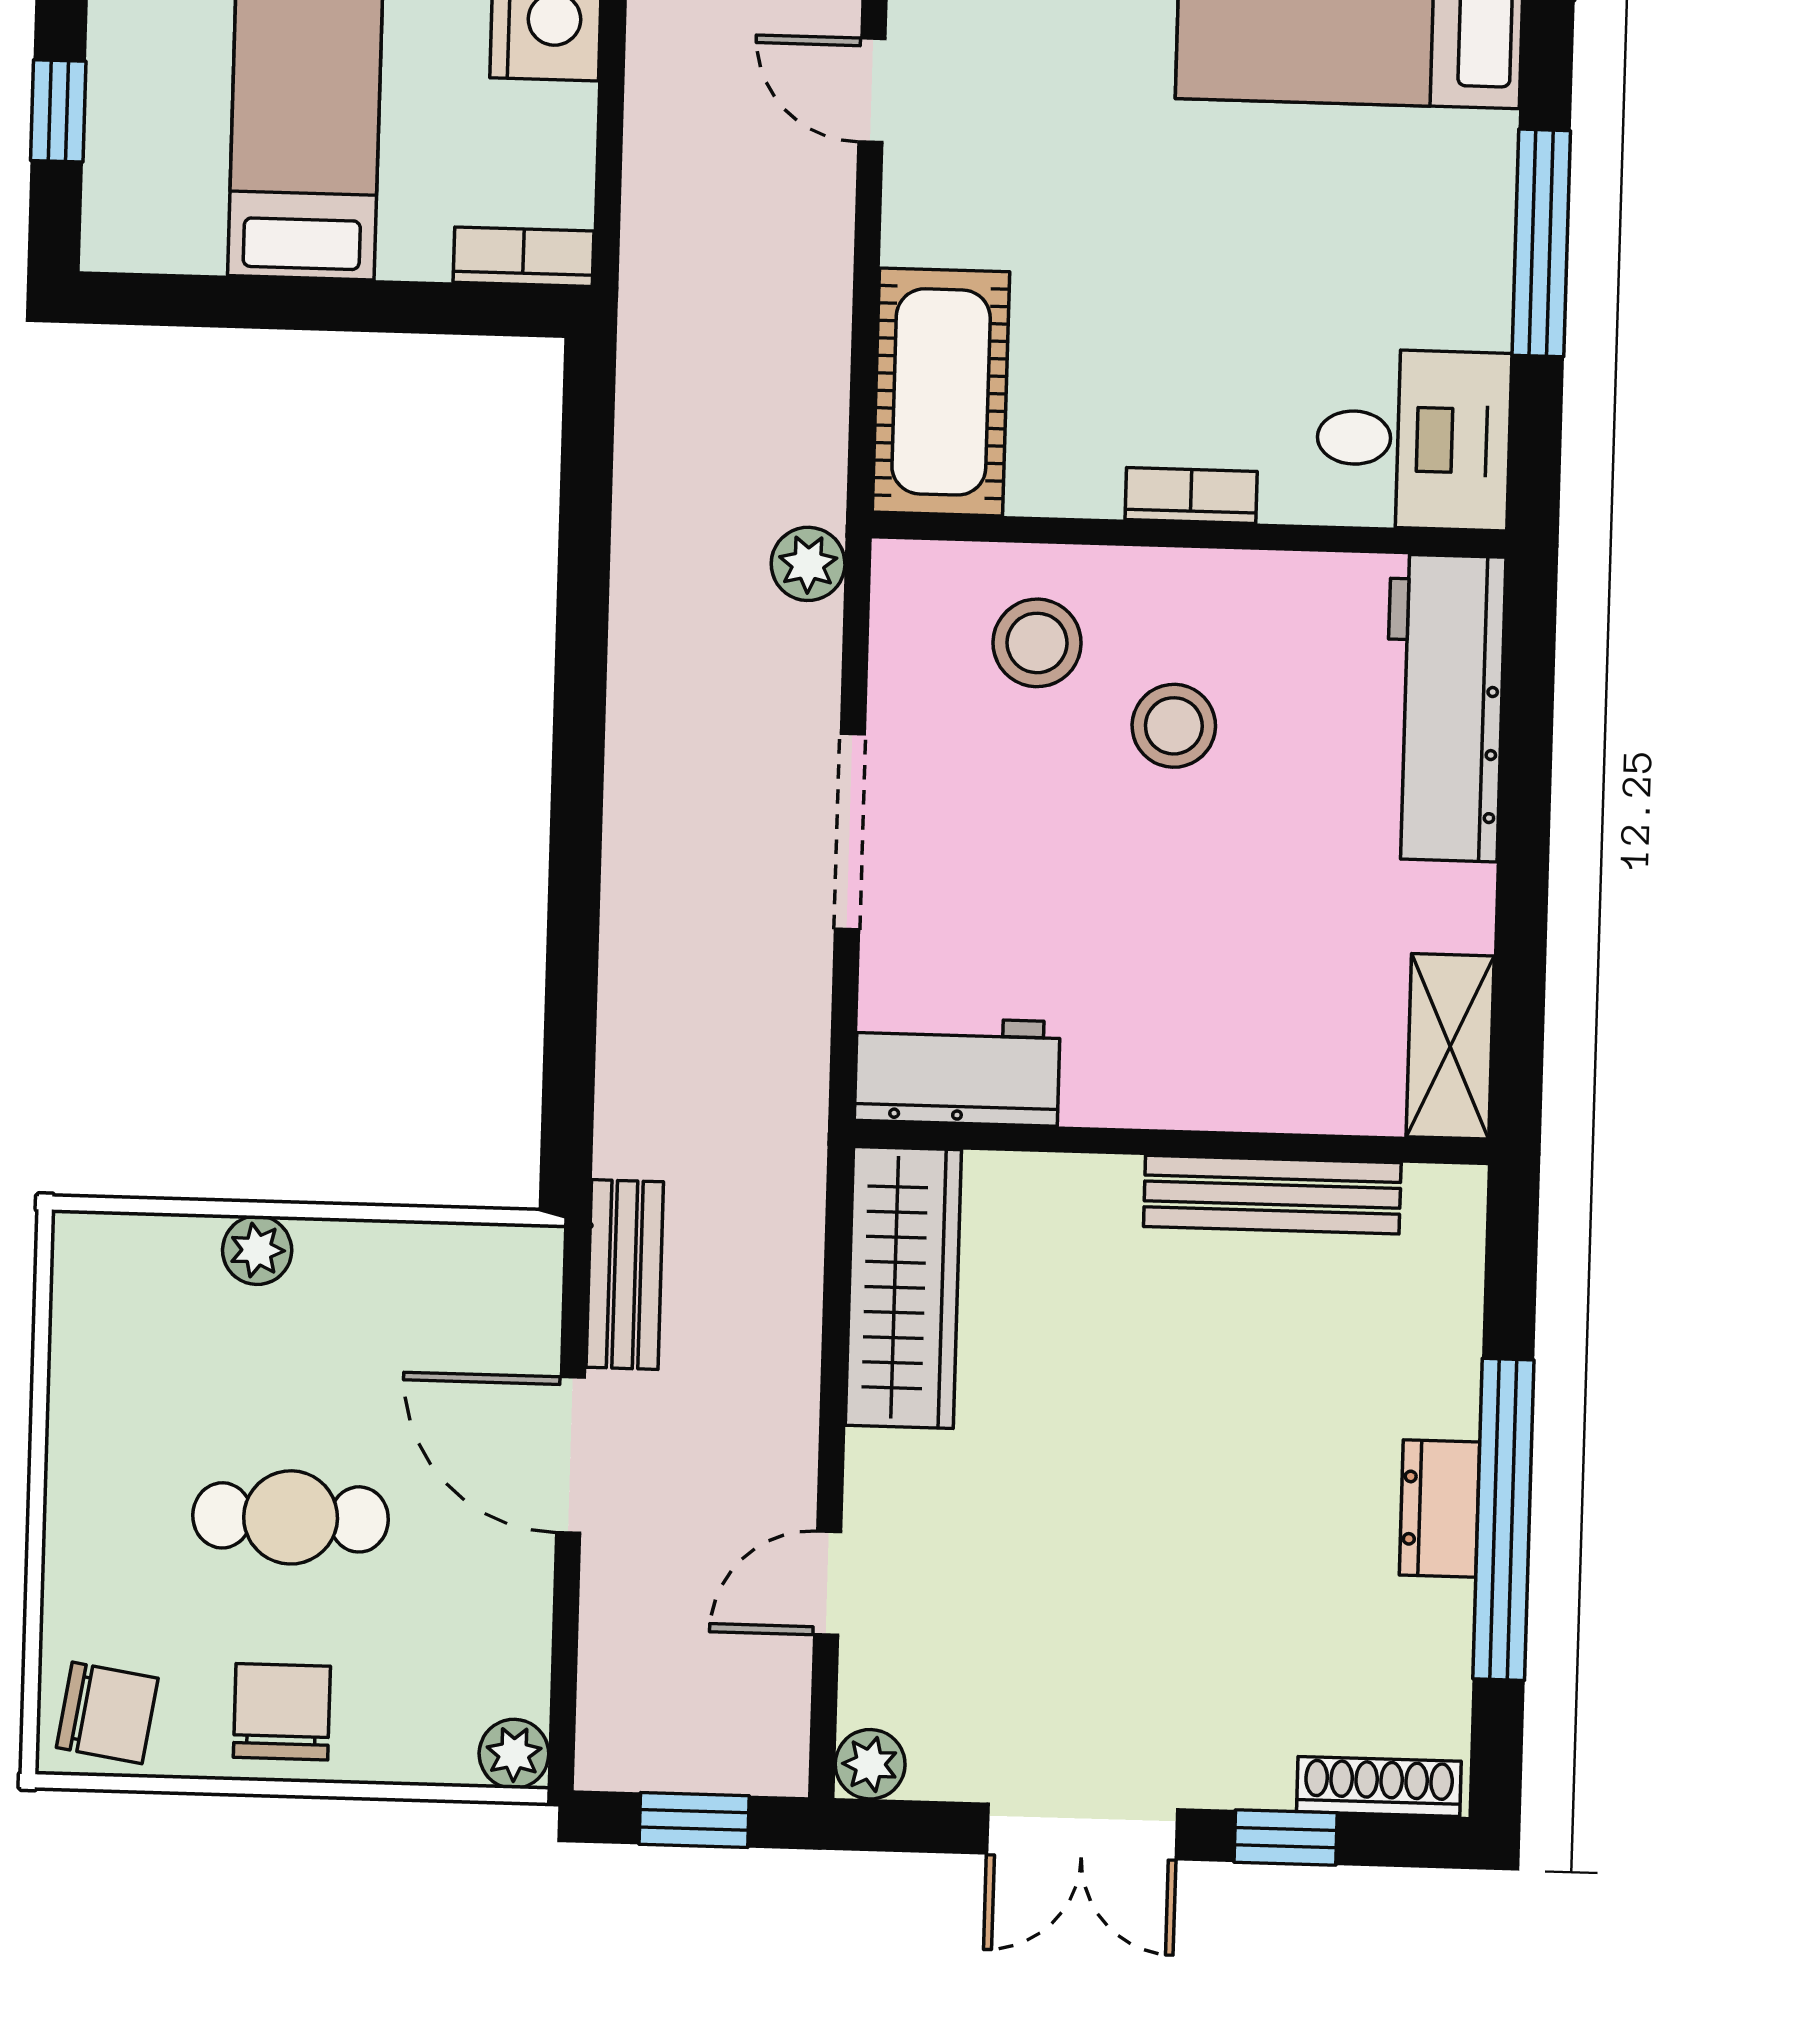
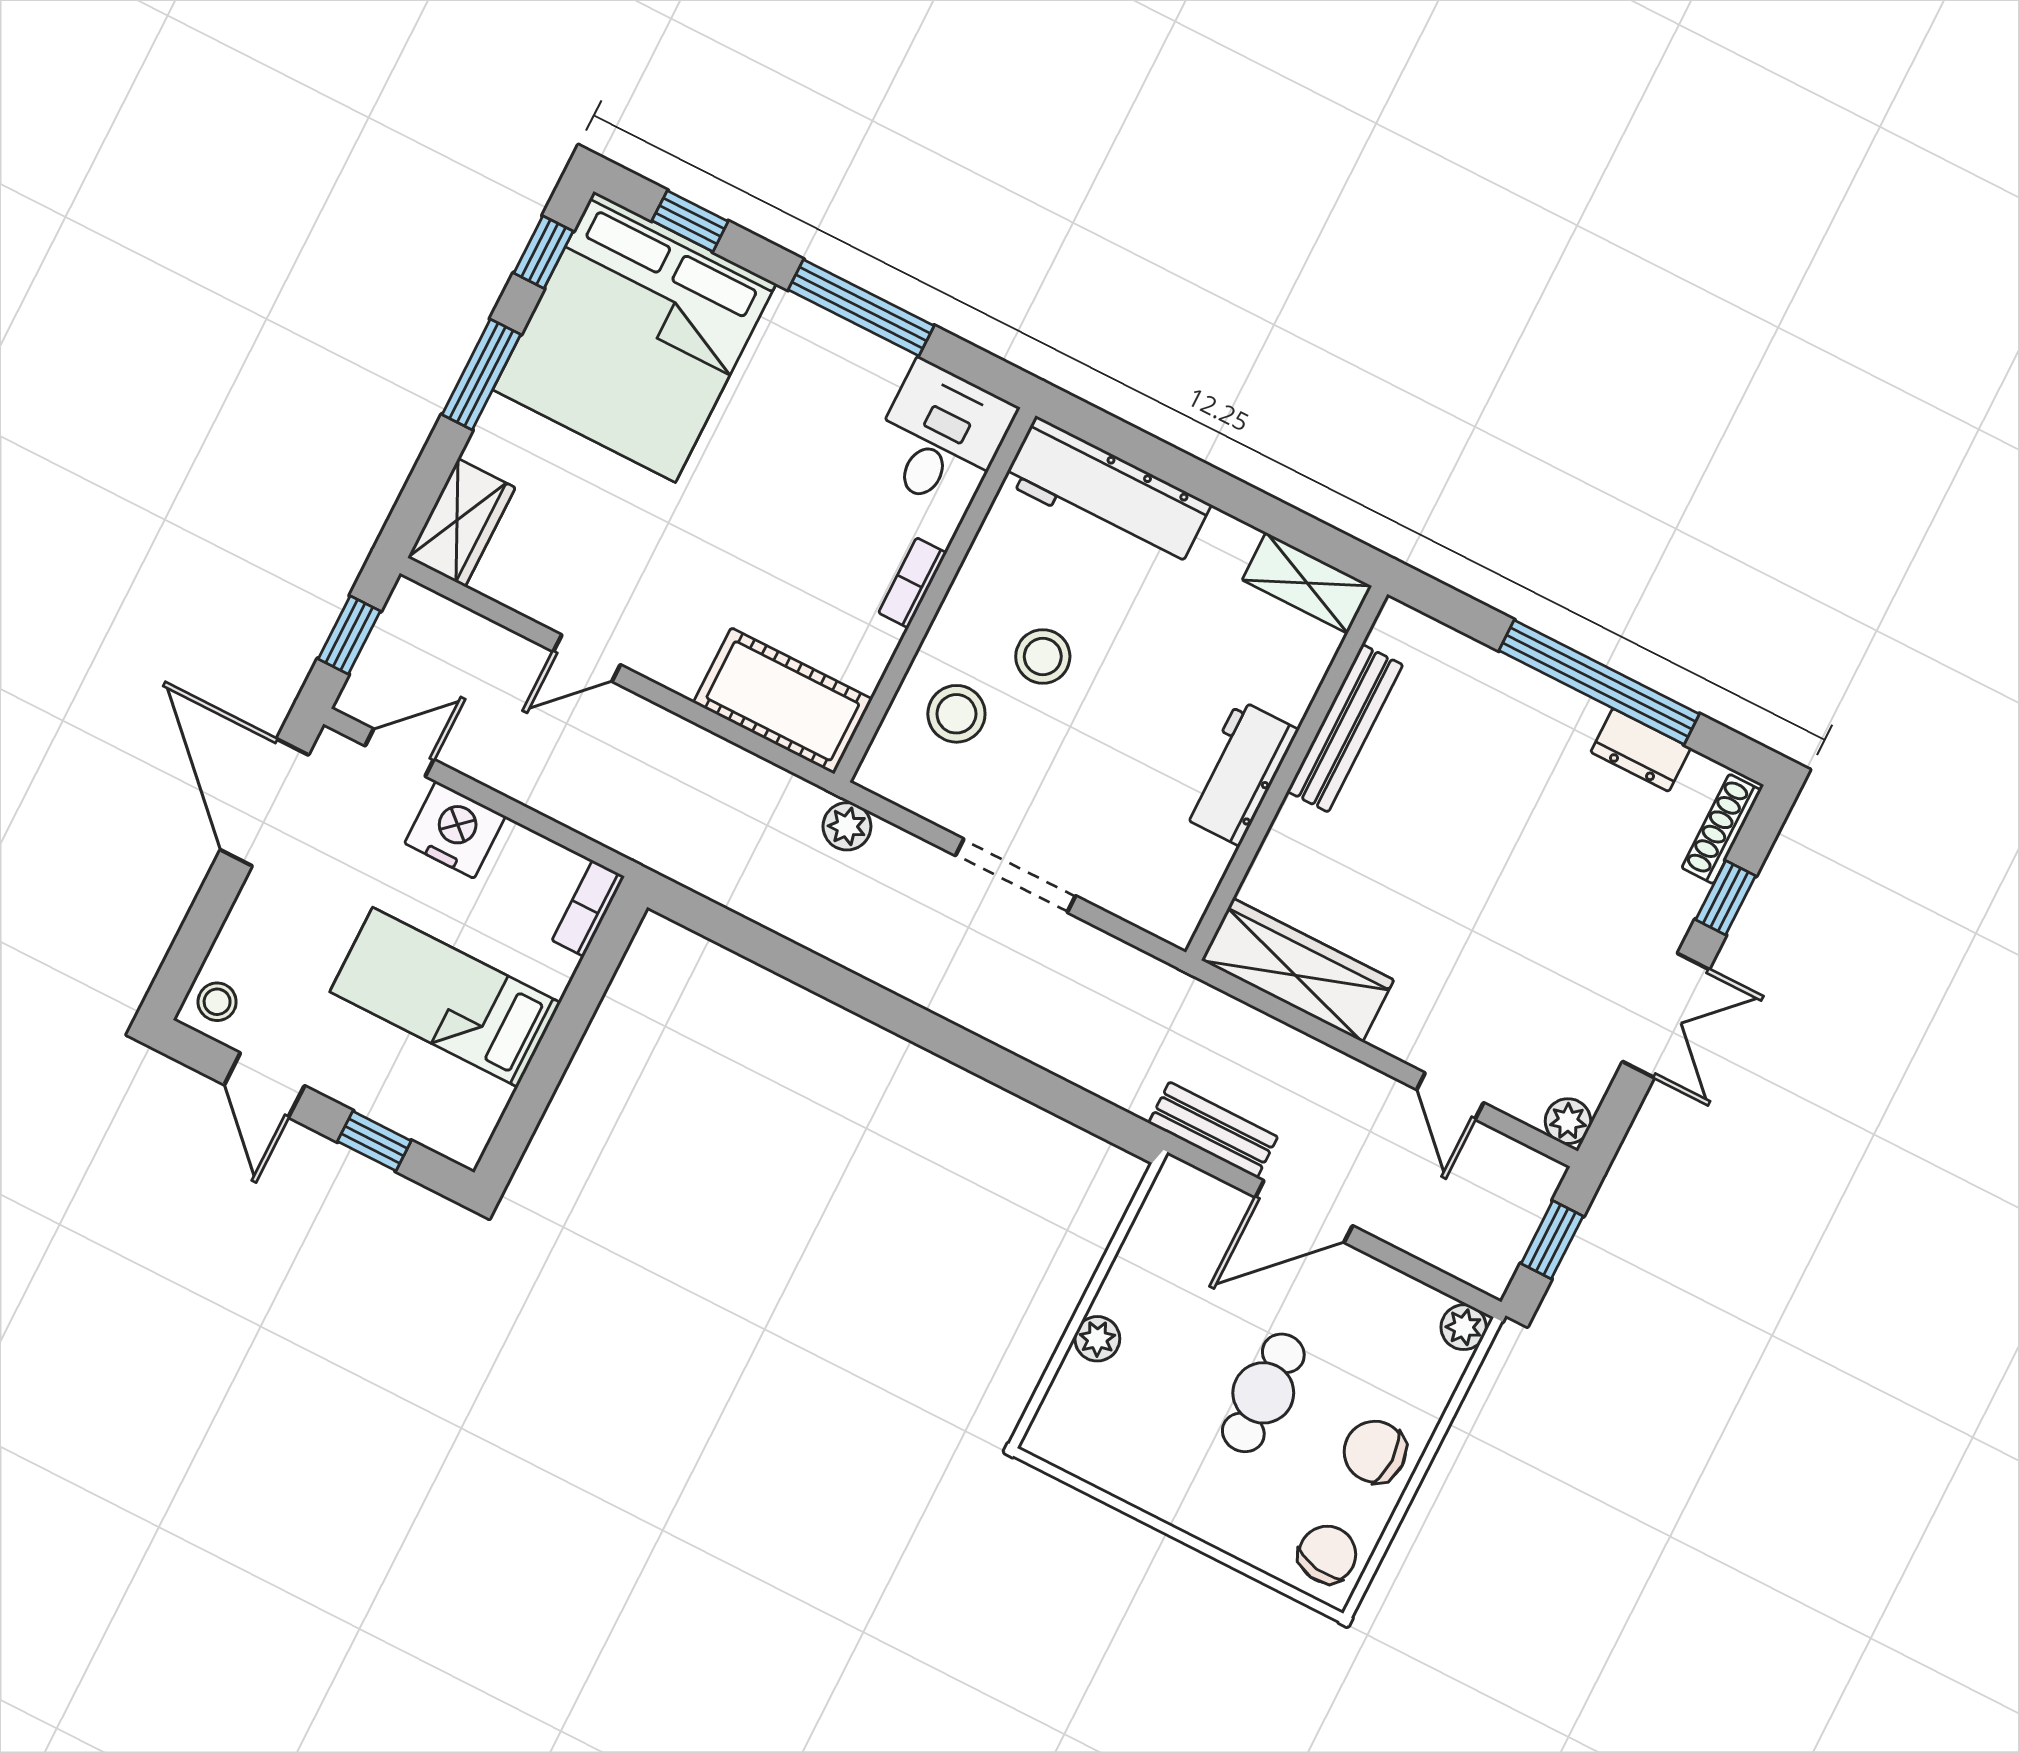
workbench: (957, 1071) -> (1239, 773), moved
dresser: (1439, 1509) -> (1641, 750), moved

